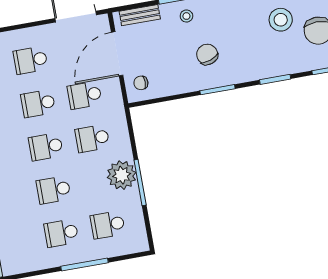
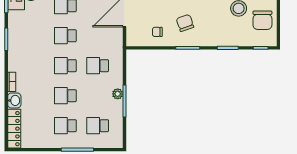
chair: (141, 83) -> (157, 32), moved
school desk: (85, 95) -> (98, 36), removed
plant: (122, 175) -> (118, 94), width x0.53, depth x0.53

